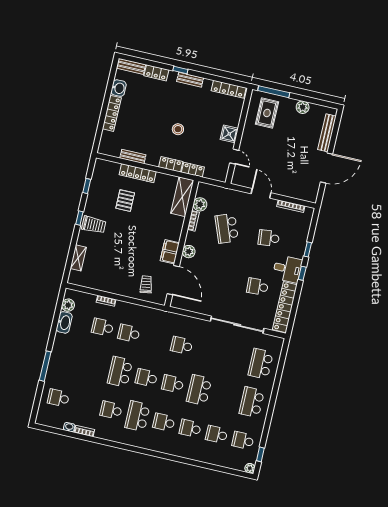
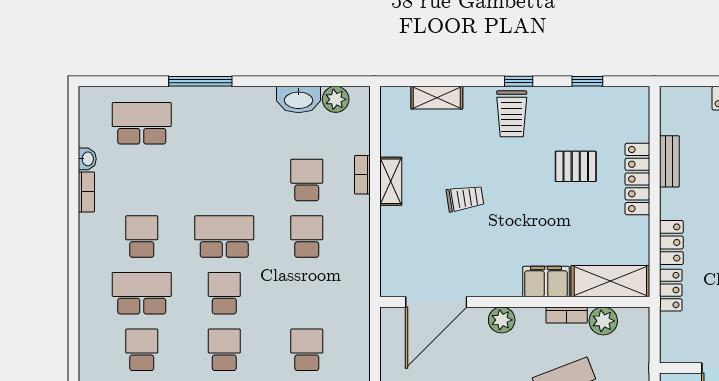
filing cabinet: (170, 252) -> (546, 282), moved
trolley: (146, 284) -> (465, 198), moved
shelving: (112, 288) -> (391, 181), added
school desk: (58, 398) -> (142, 123), width x1.85

